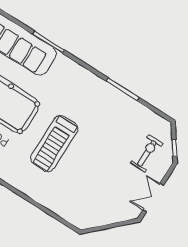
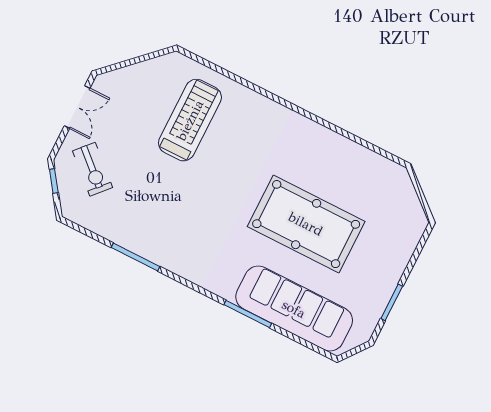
treadmill: (54, 144) -> (190, 120), moved
exercise bike: (147, 153) -> (92, 169), turned -48

